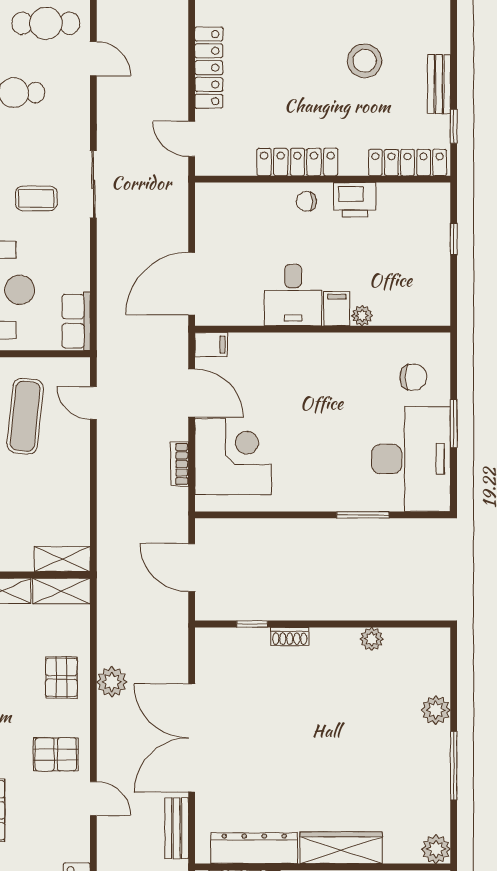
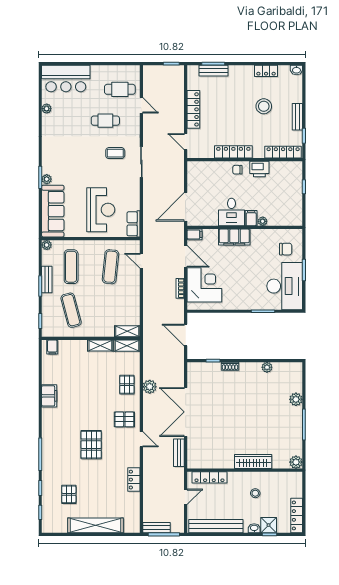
coffee table: (36, 198) -> (115, 153), moved
filing cabinet: (299, 350) -> (234, 237), added
dresser: (254, 848) -> (214, 462), removed

